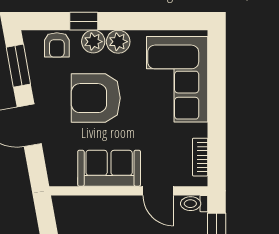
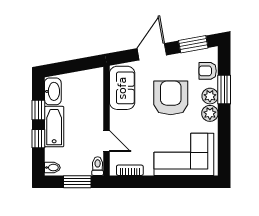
window: (84, 21) -> (224, 89), width x1.50
sofa: (109, 168) -> (122, 88), moved
door: (158, 191) -> (106, 141), swing flipped

